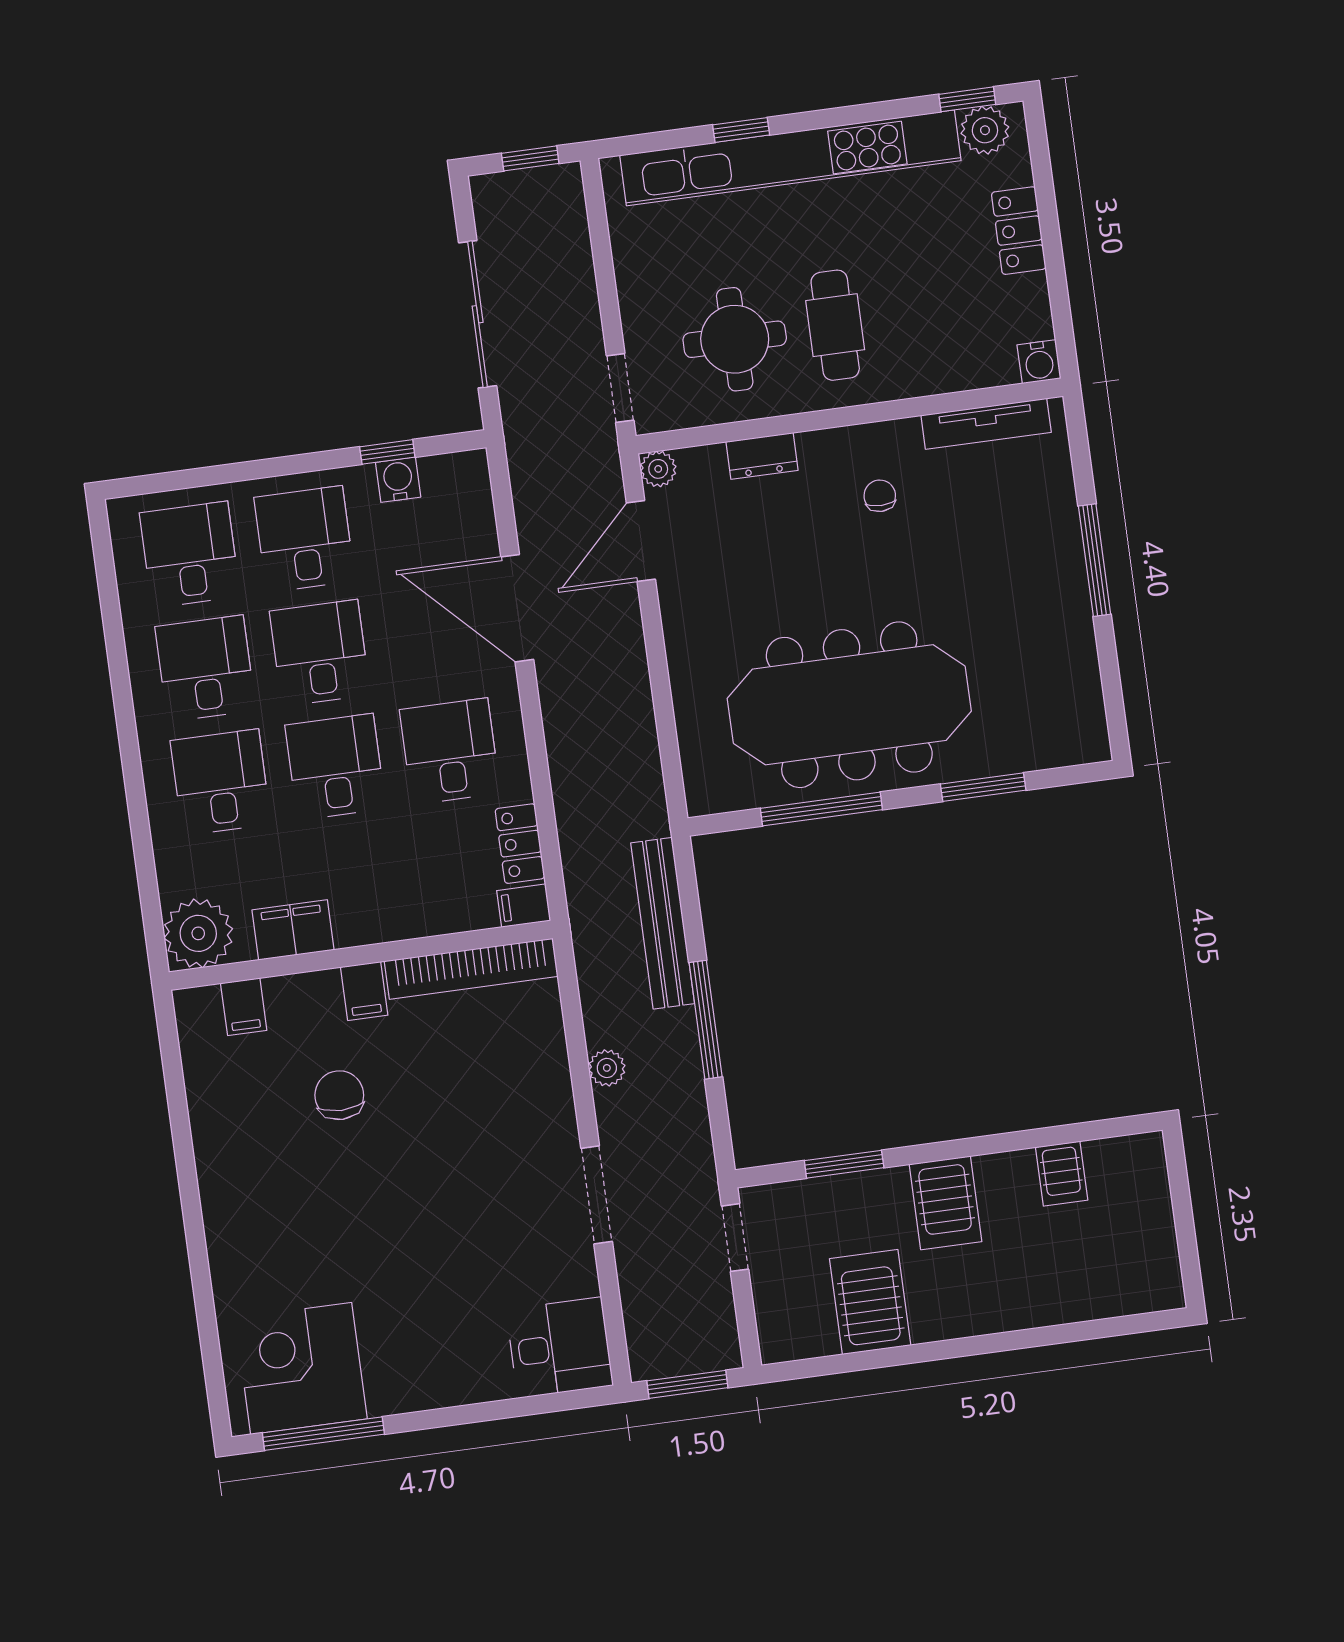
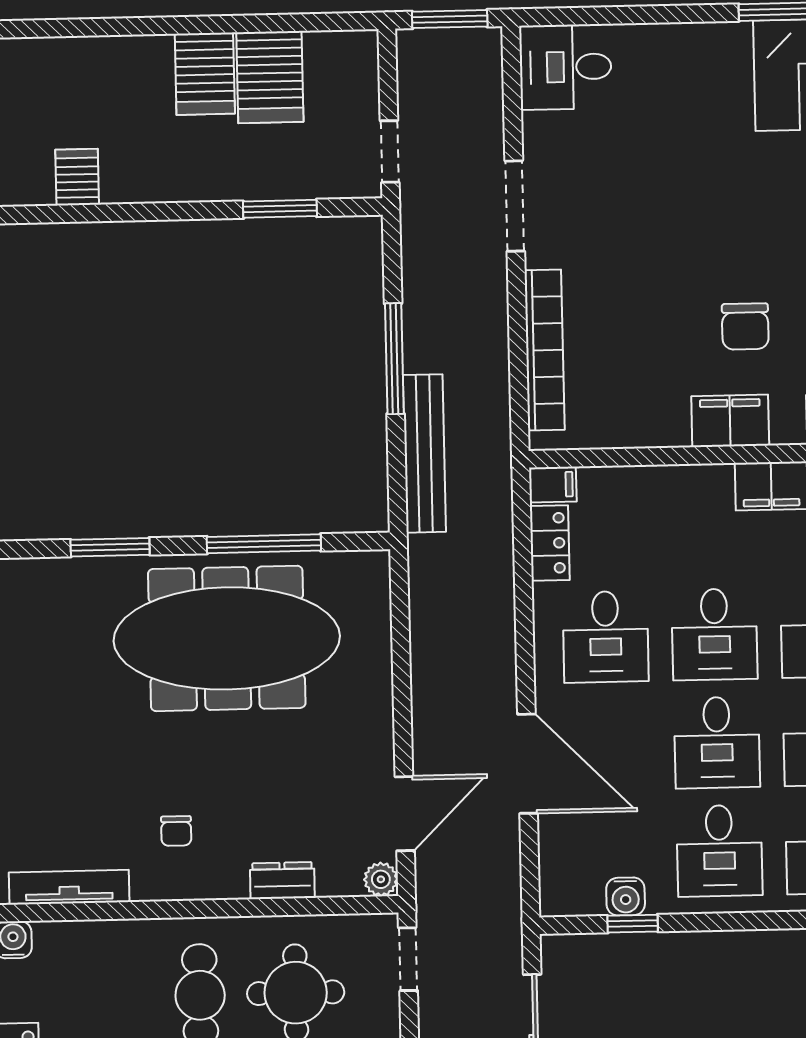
bookcase: (471, 969) -> (545, 350), moved, turned 90
filing cabinet: (364, 991) -> (730, 421), width x2.00
plant: (607, 1068) -> (492, 324), removed
server rack: (946, 1203) -> (205, 74), moved, turned 180

